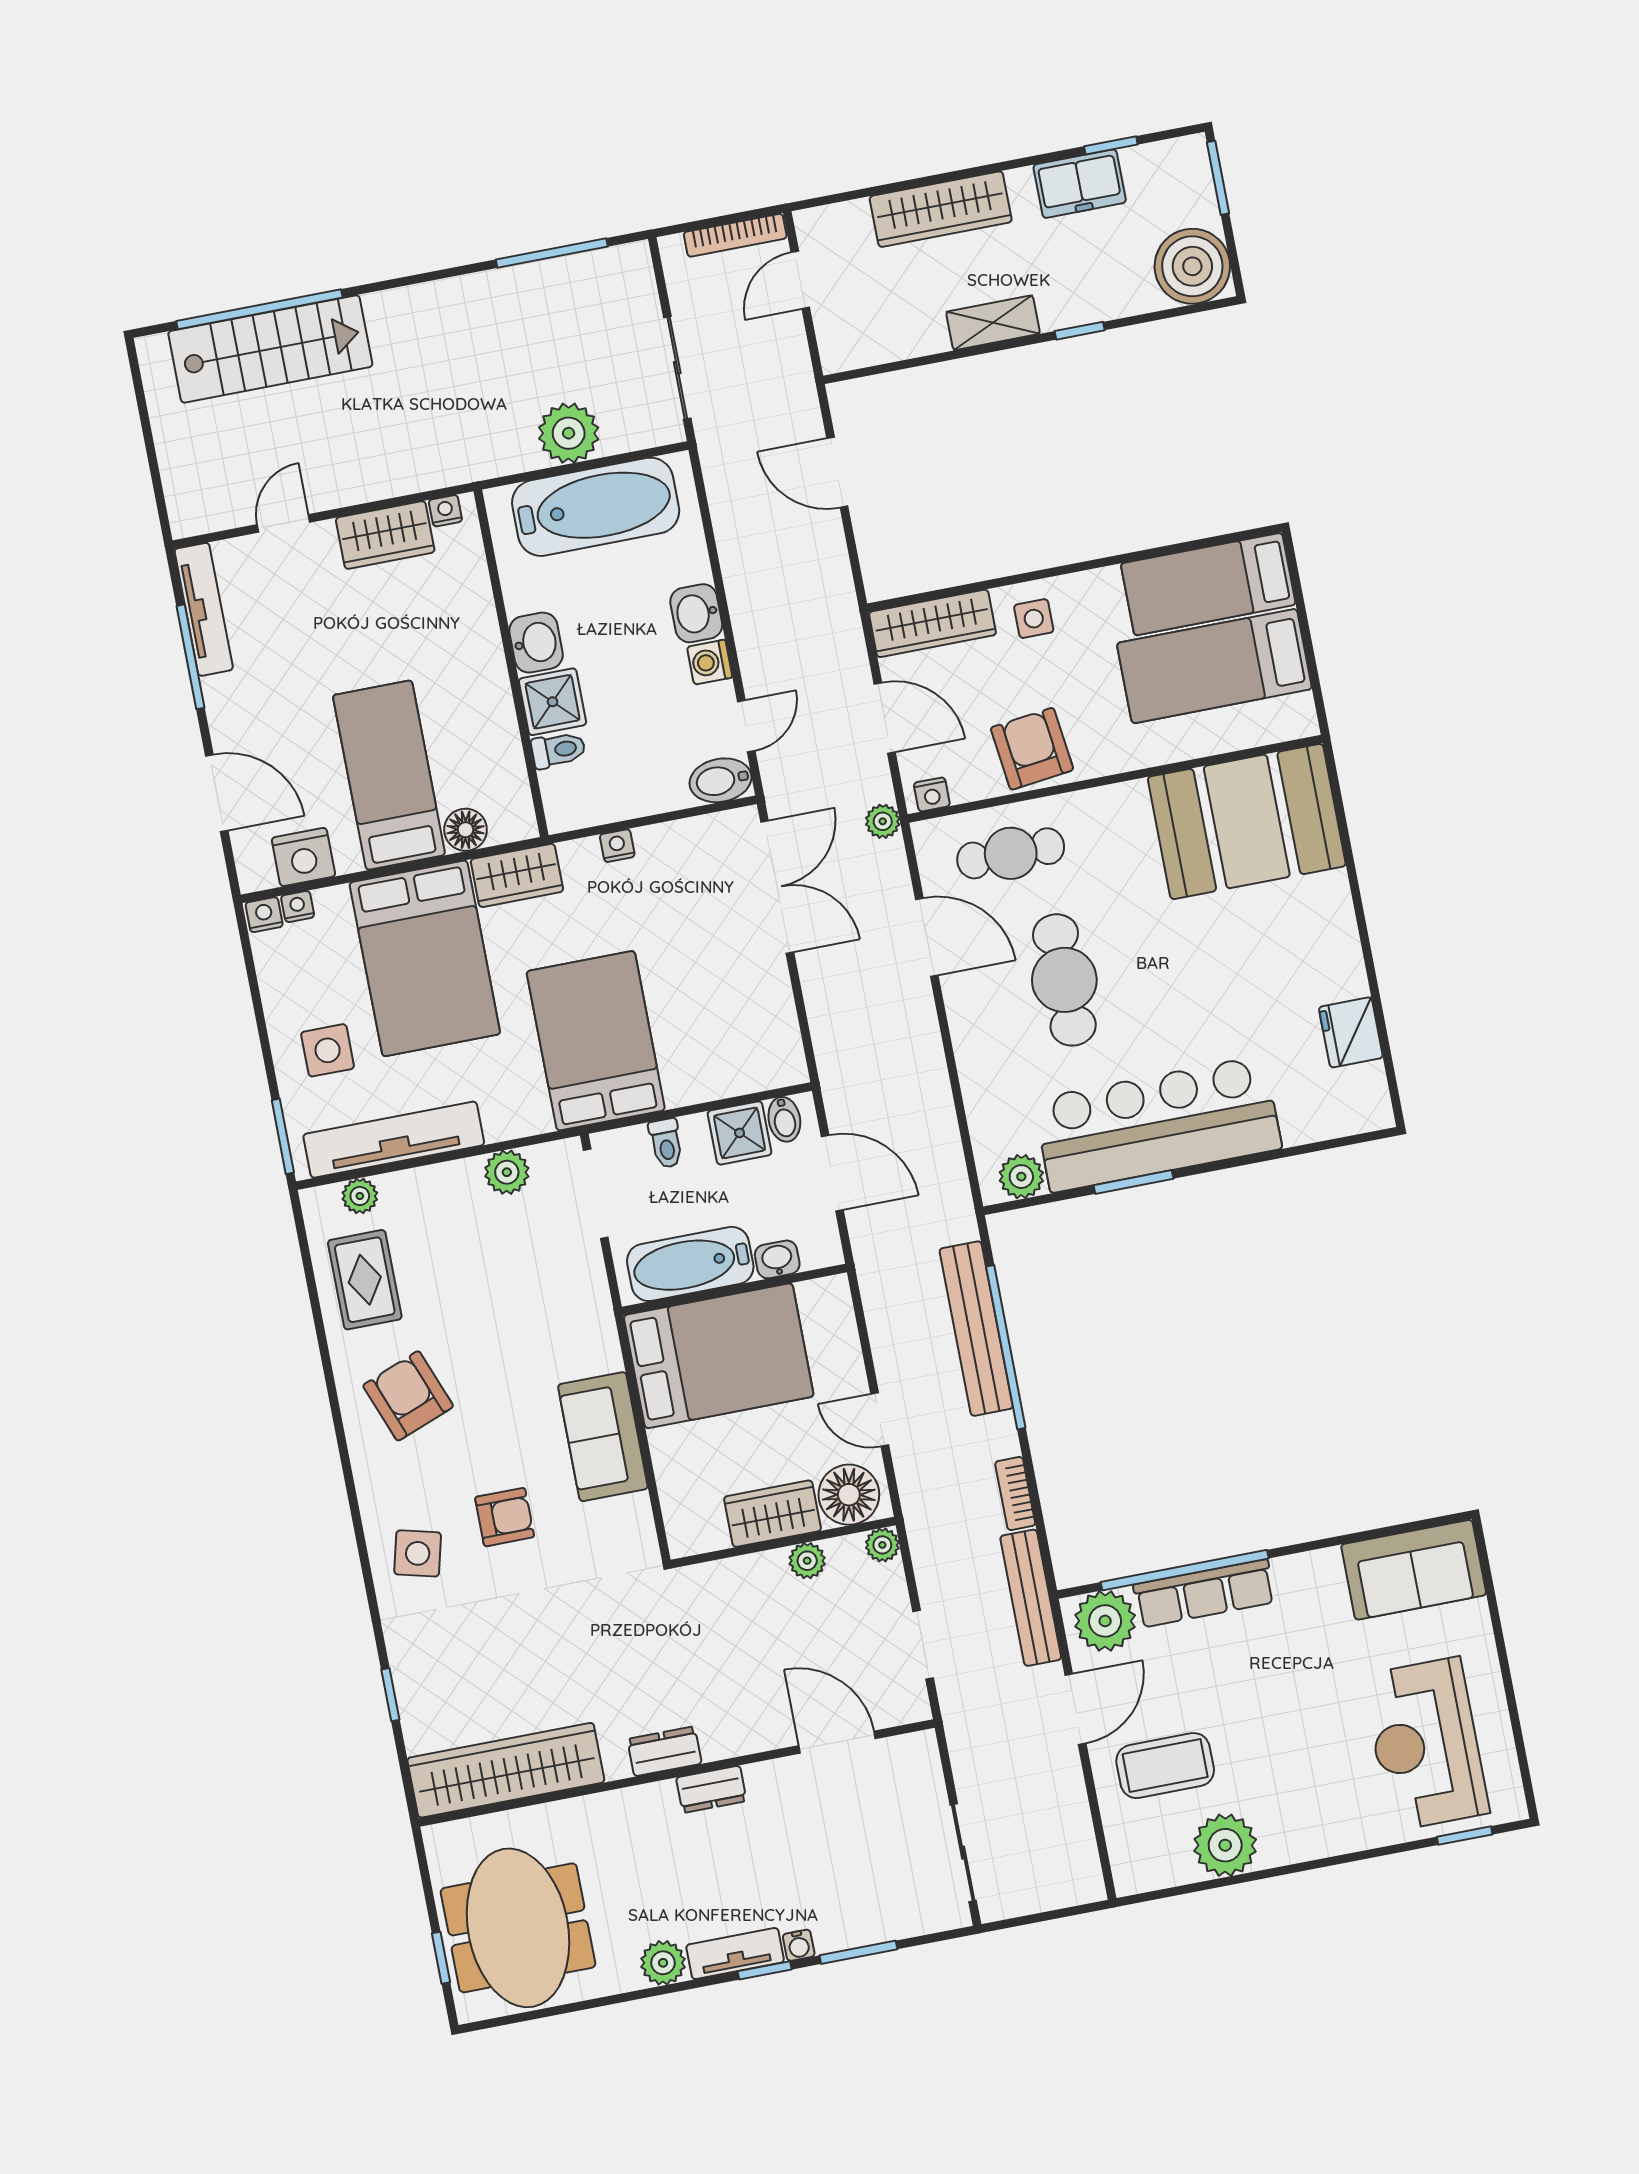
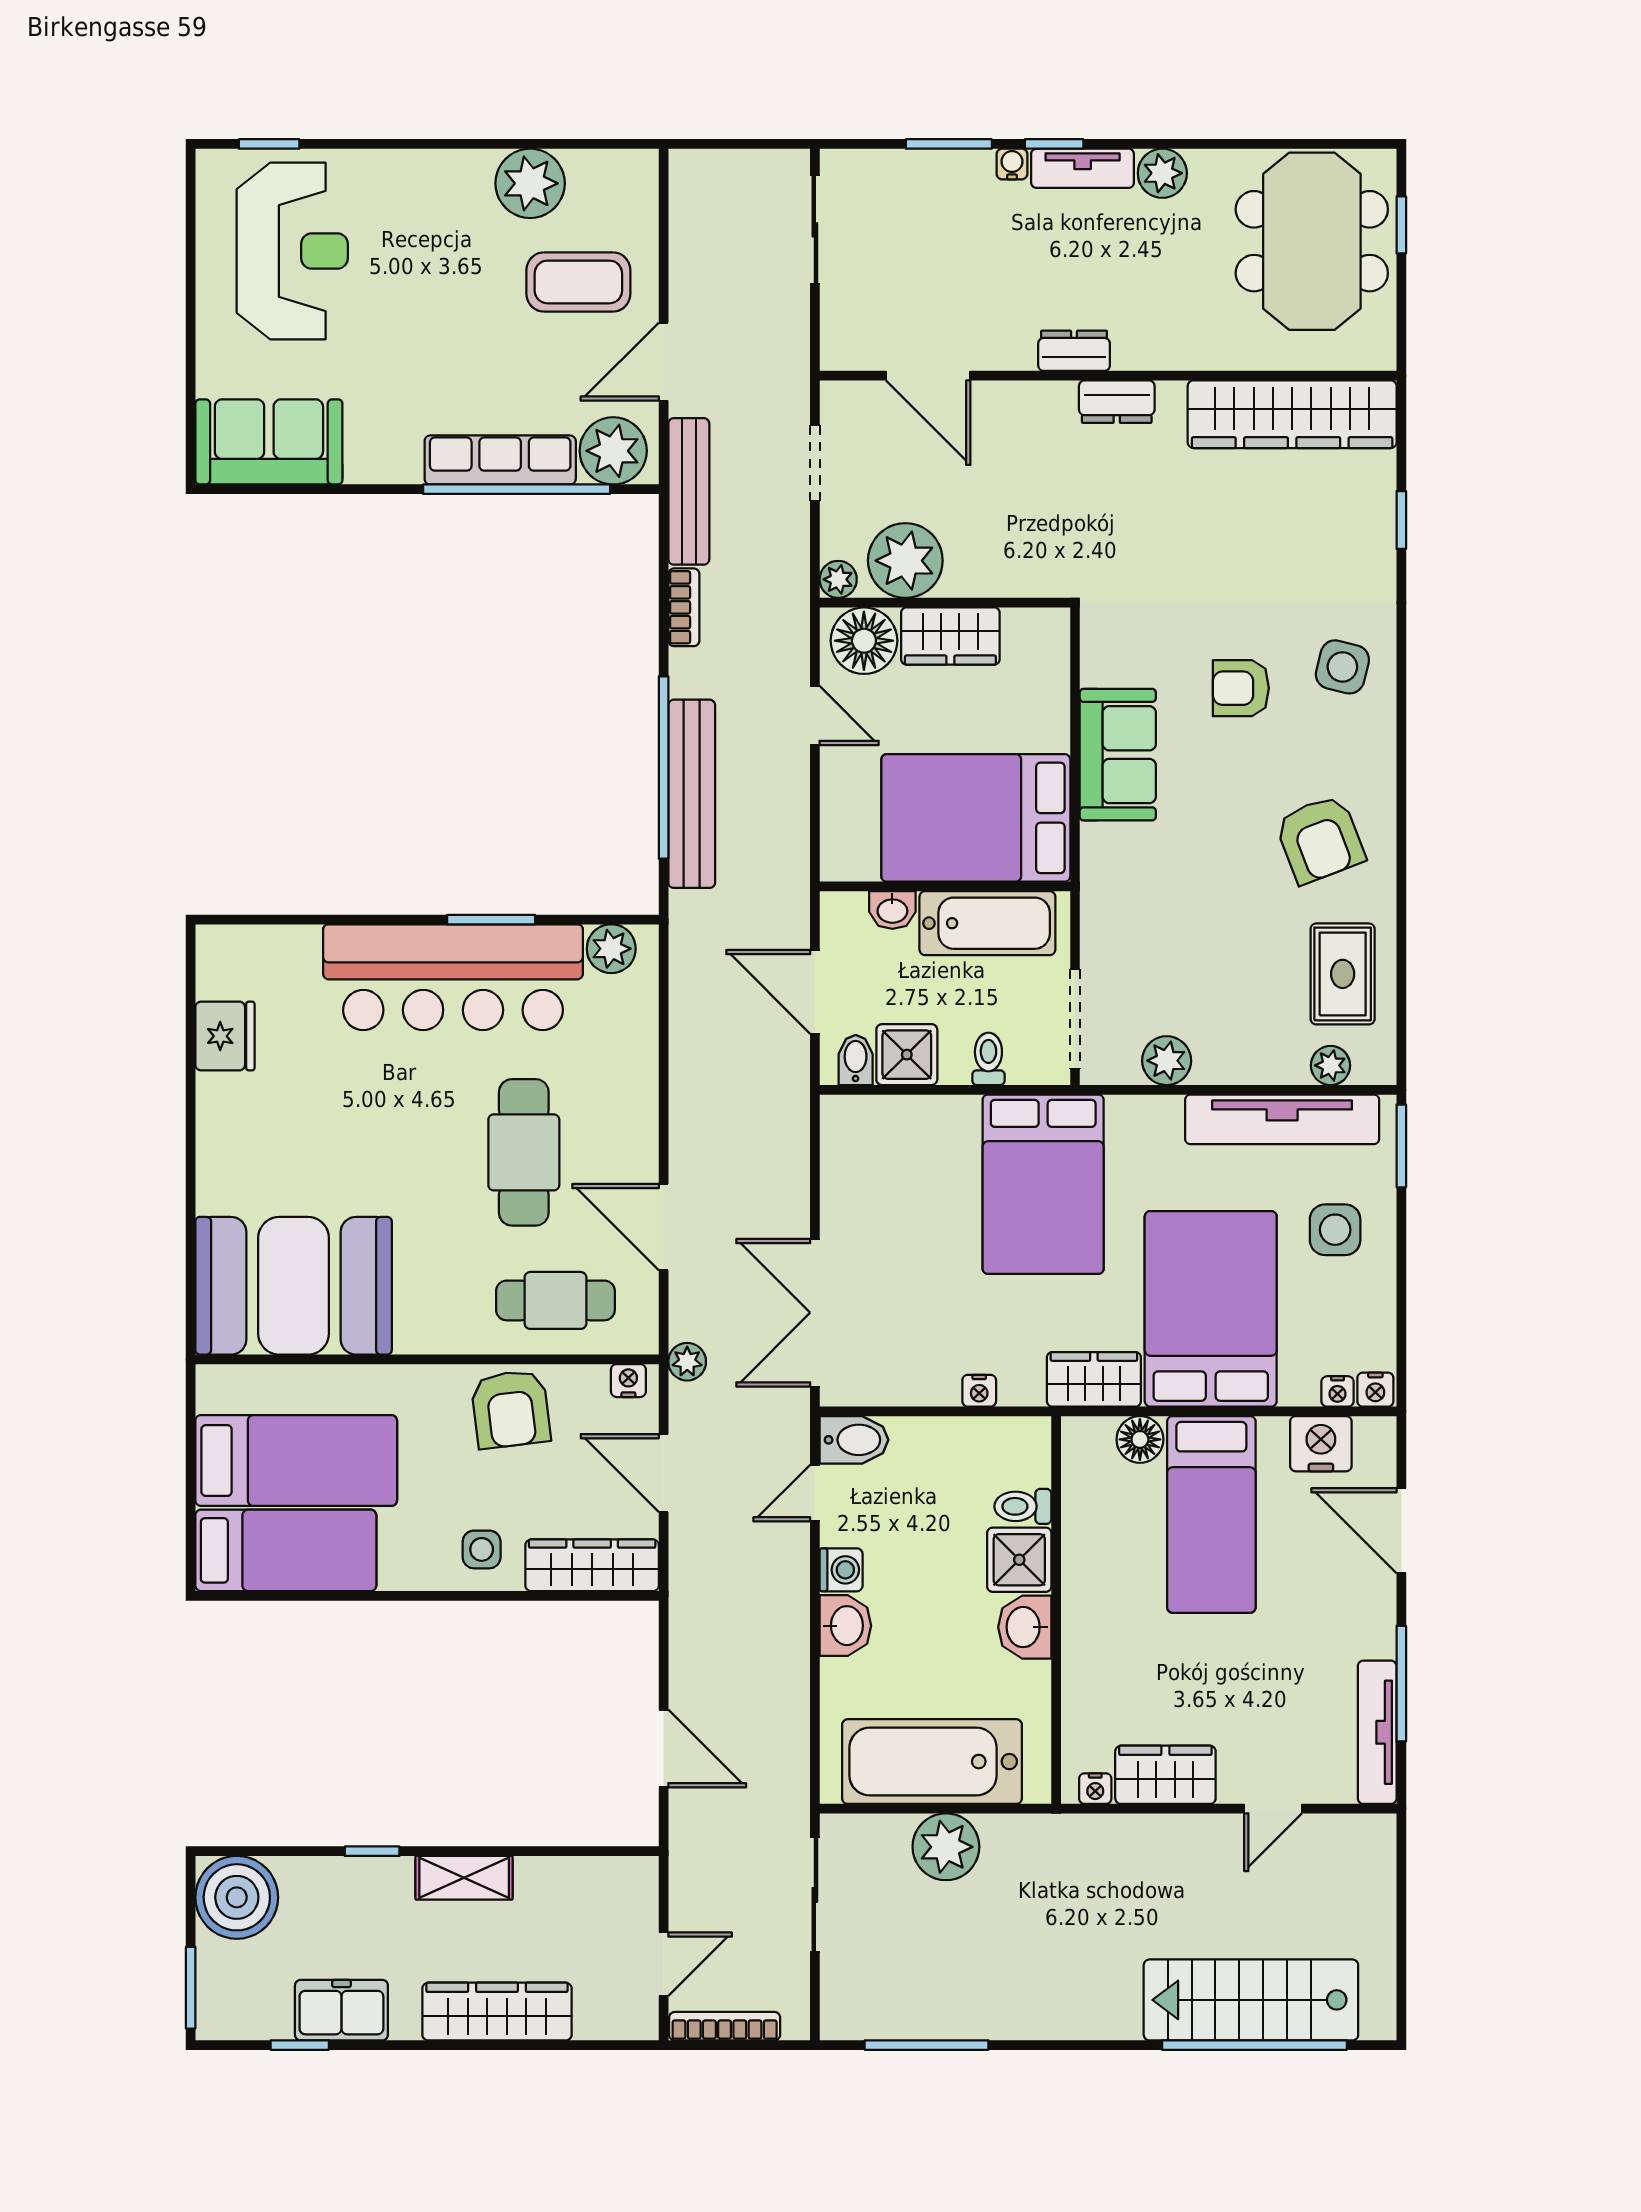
plant: (807, 1561) -> (905, 561), width x1.88, depth x1.88

